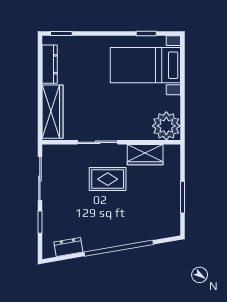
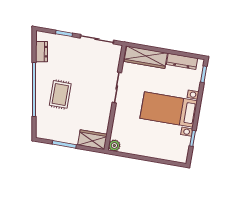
bed with nightstands: (145, 65) -> (169, 110), moved, turned -90
plant: (166, 126) -> (114, 146), width x0.53, depth x0.53
wardrobe: (145, 155) -> (92, 140), moved, turned 90
rug: (108, 179) -> (60, 94), moved

